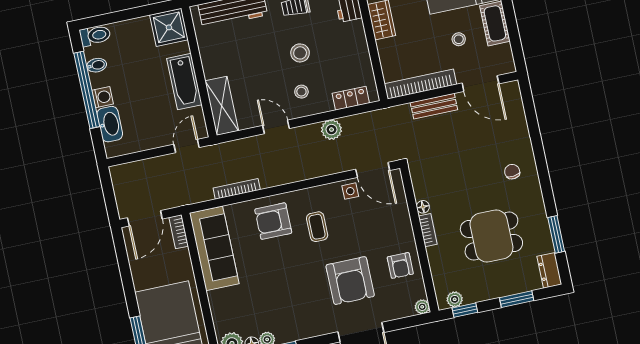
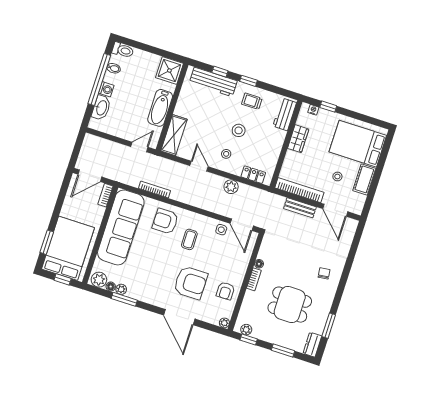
sofa: (214, 248) -> (121, 227), width x1.36, depth x1.27
armchair: (350, 281) -> (191, 283), turned -90

